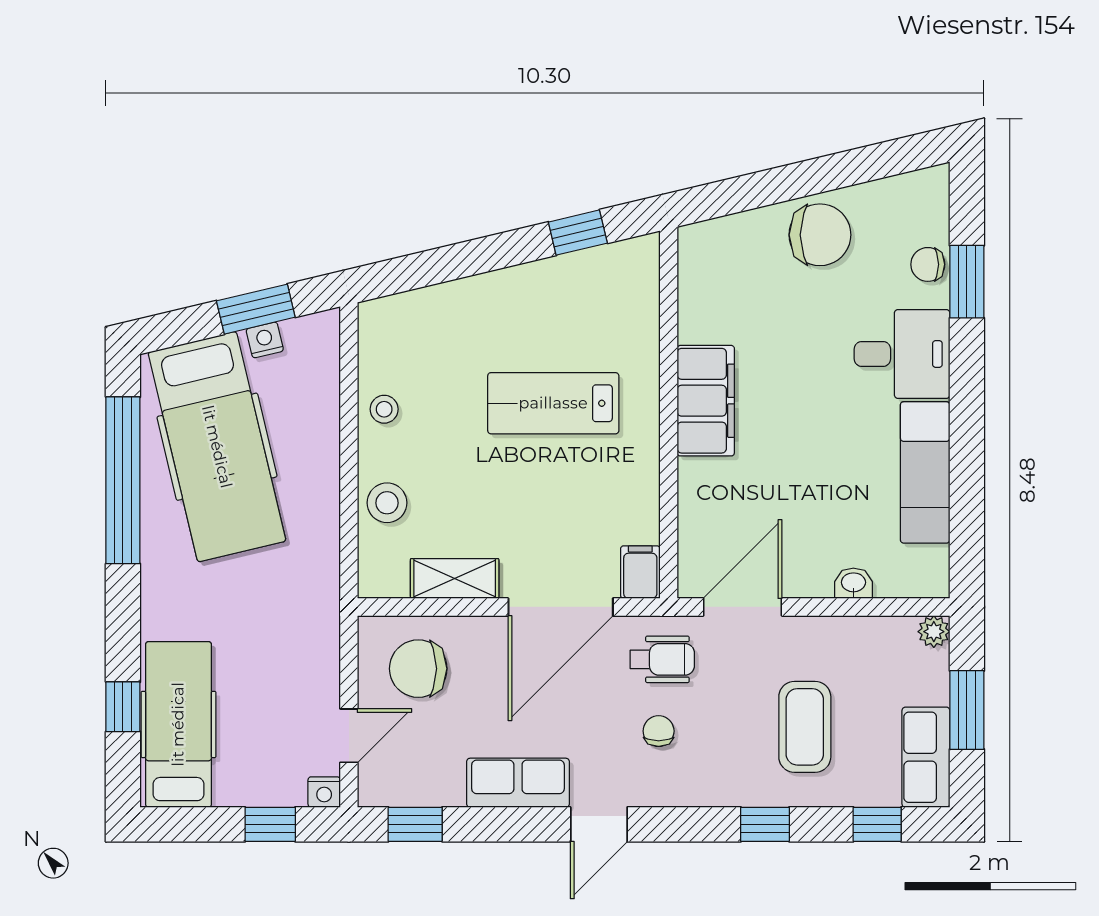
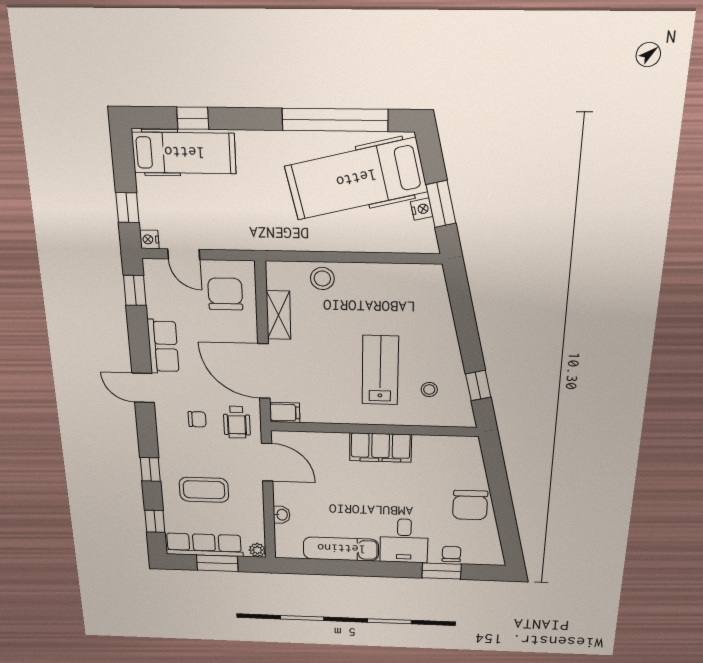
stool: (384, 409) -> (429, 390), moved
row of seats: (926, 757) -> (204, 545), width x1.48

